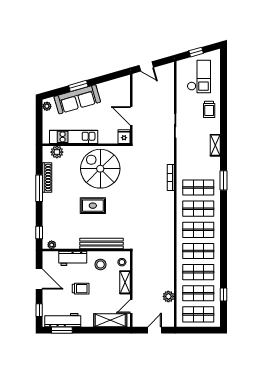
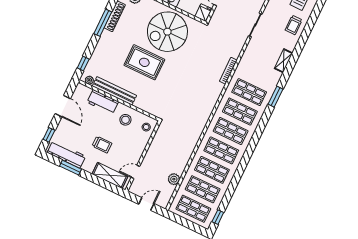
spiral stairs: (100, 169) -> (167, 32), turned -90
rug: (93, 206) -> (144, 62), width x1.36, depth x1.43
bench: (102, 244) -> (114, 91), moved
shelving: (125, 282) -> (140, 147), removed
trolley: (81, 289) -> (102, 145), moved
window: (223, 295) -> (218, 217), moved
window: (62, 330) -> (70, 168), moved

